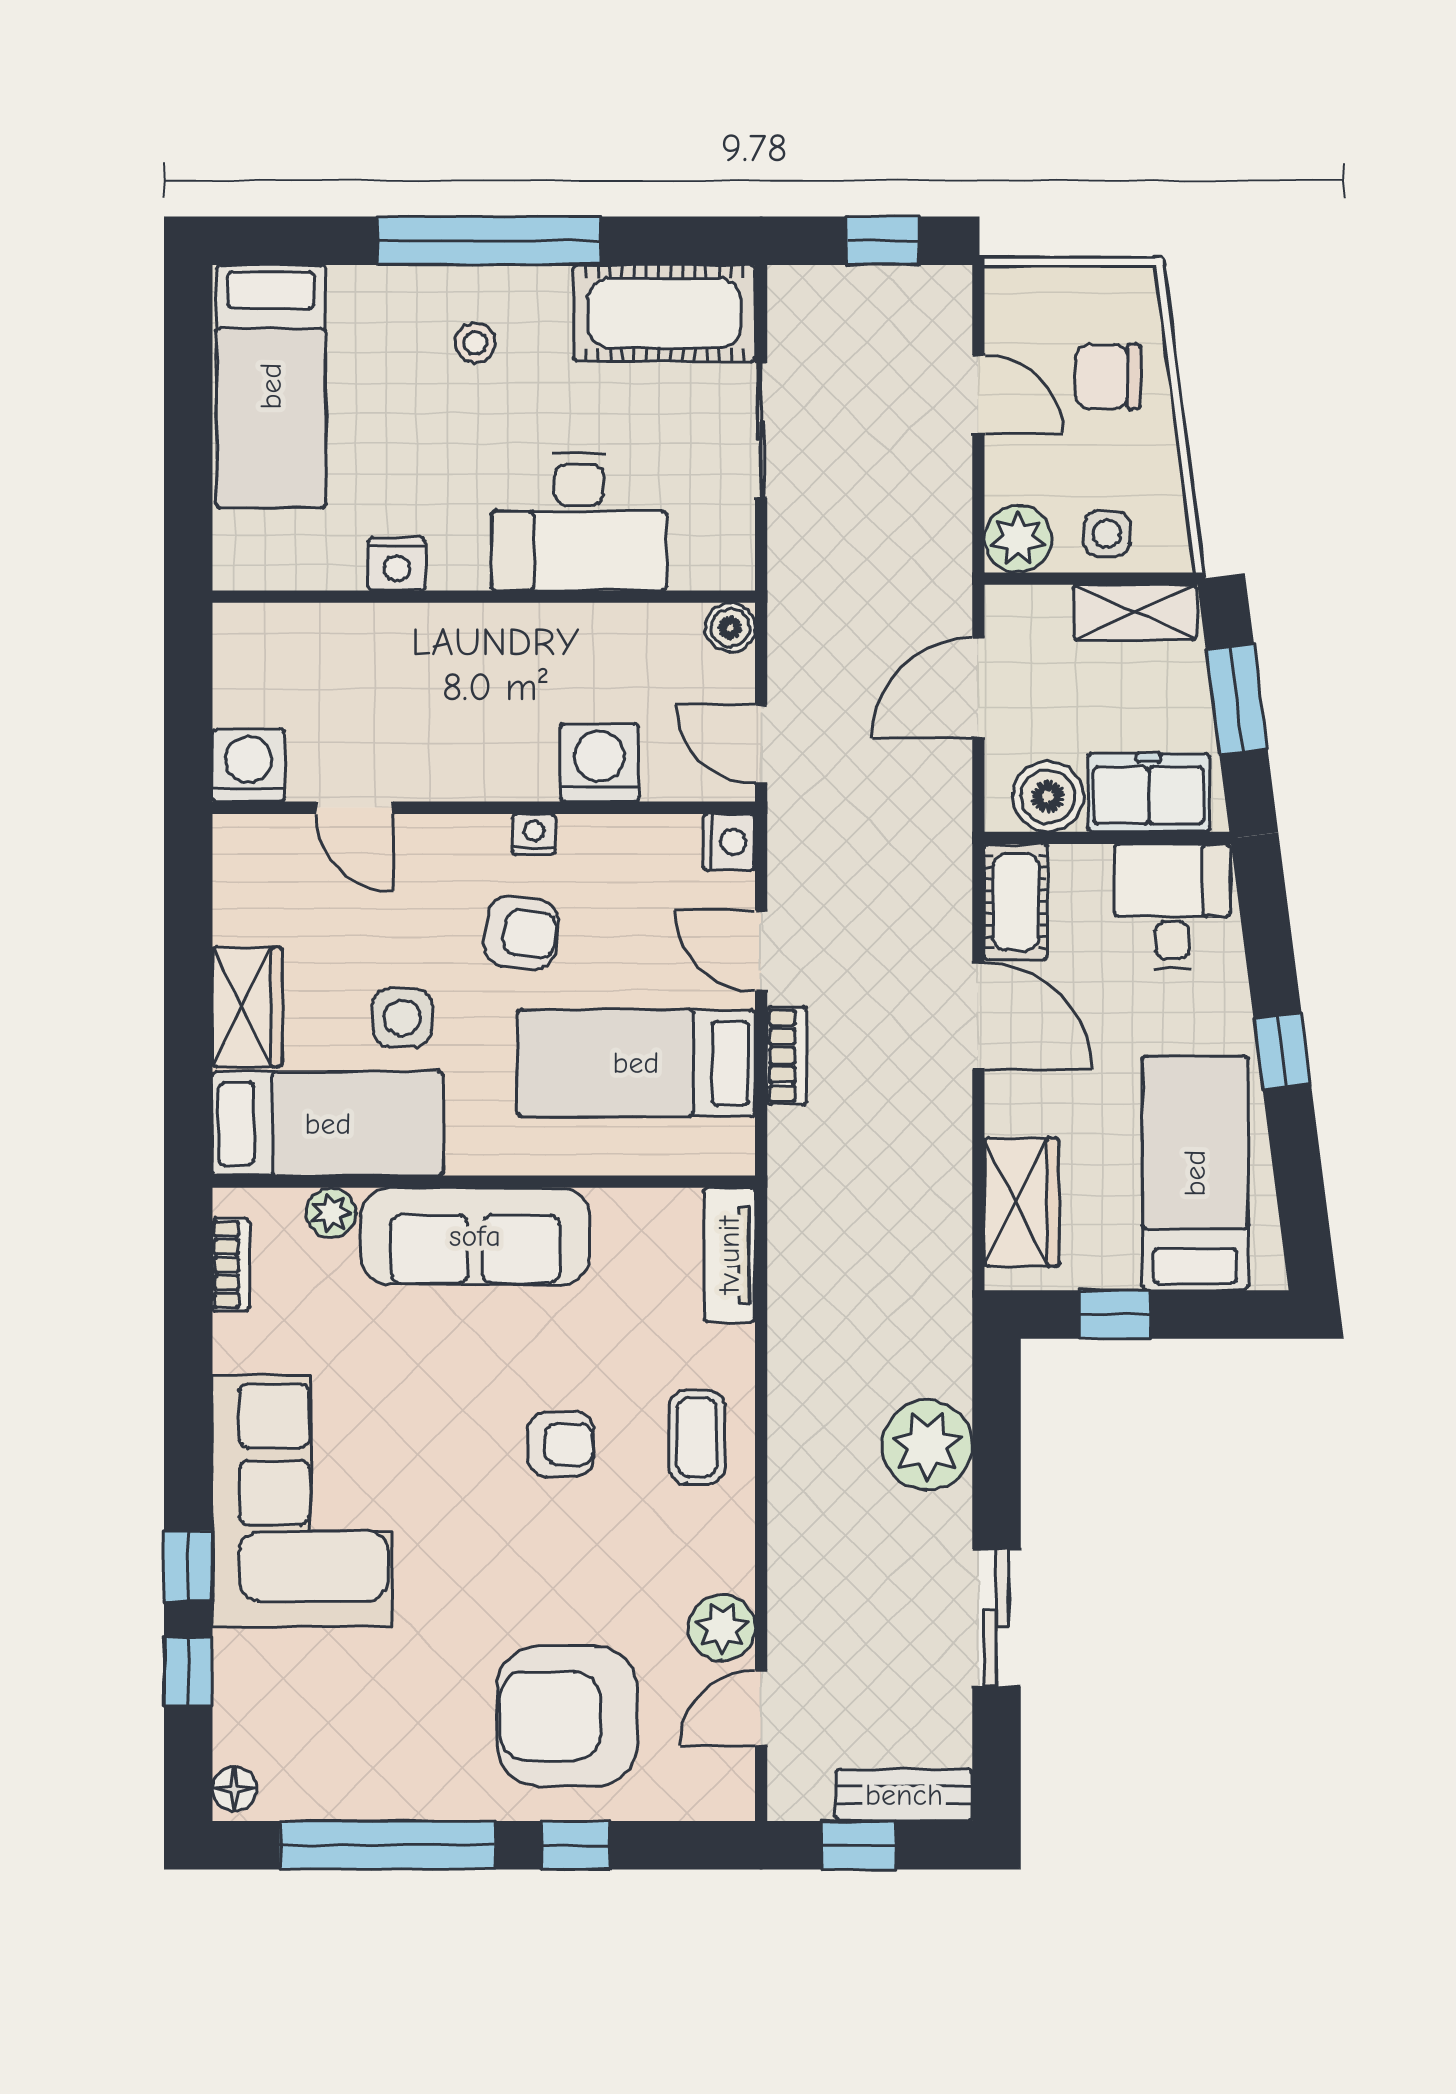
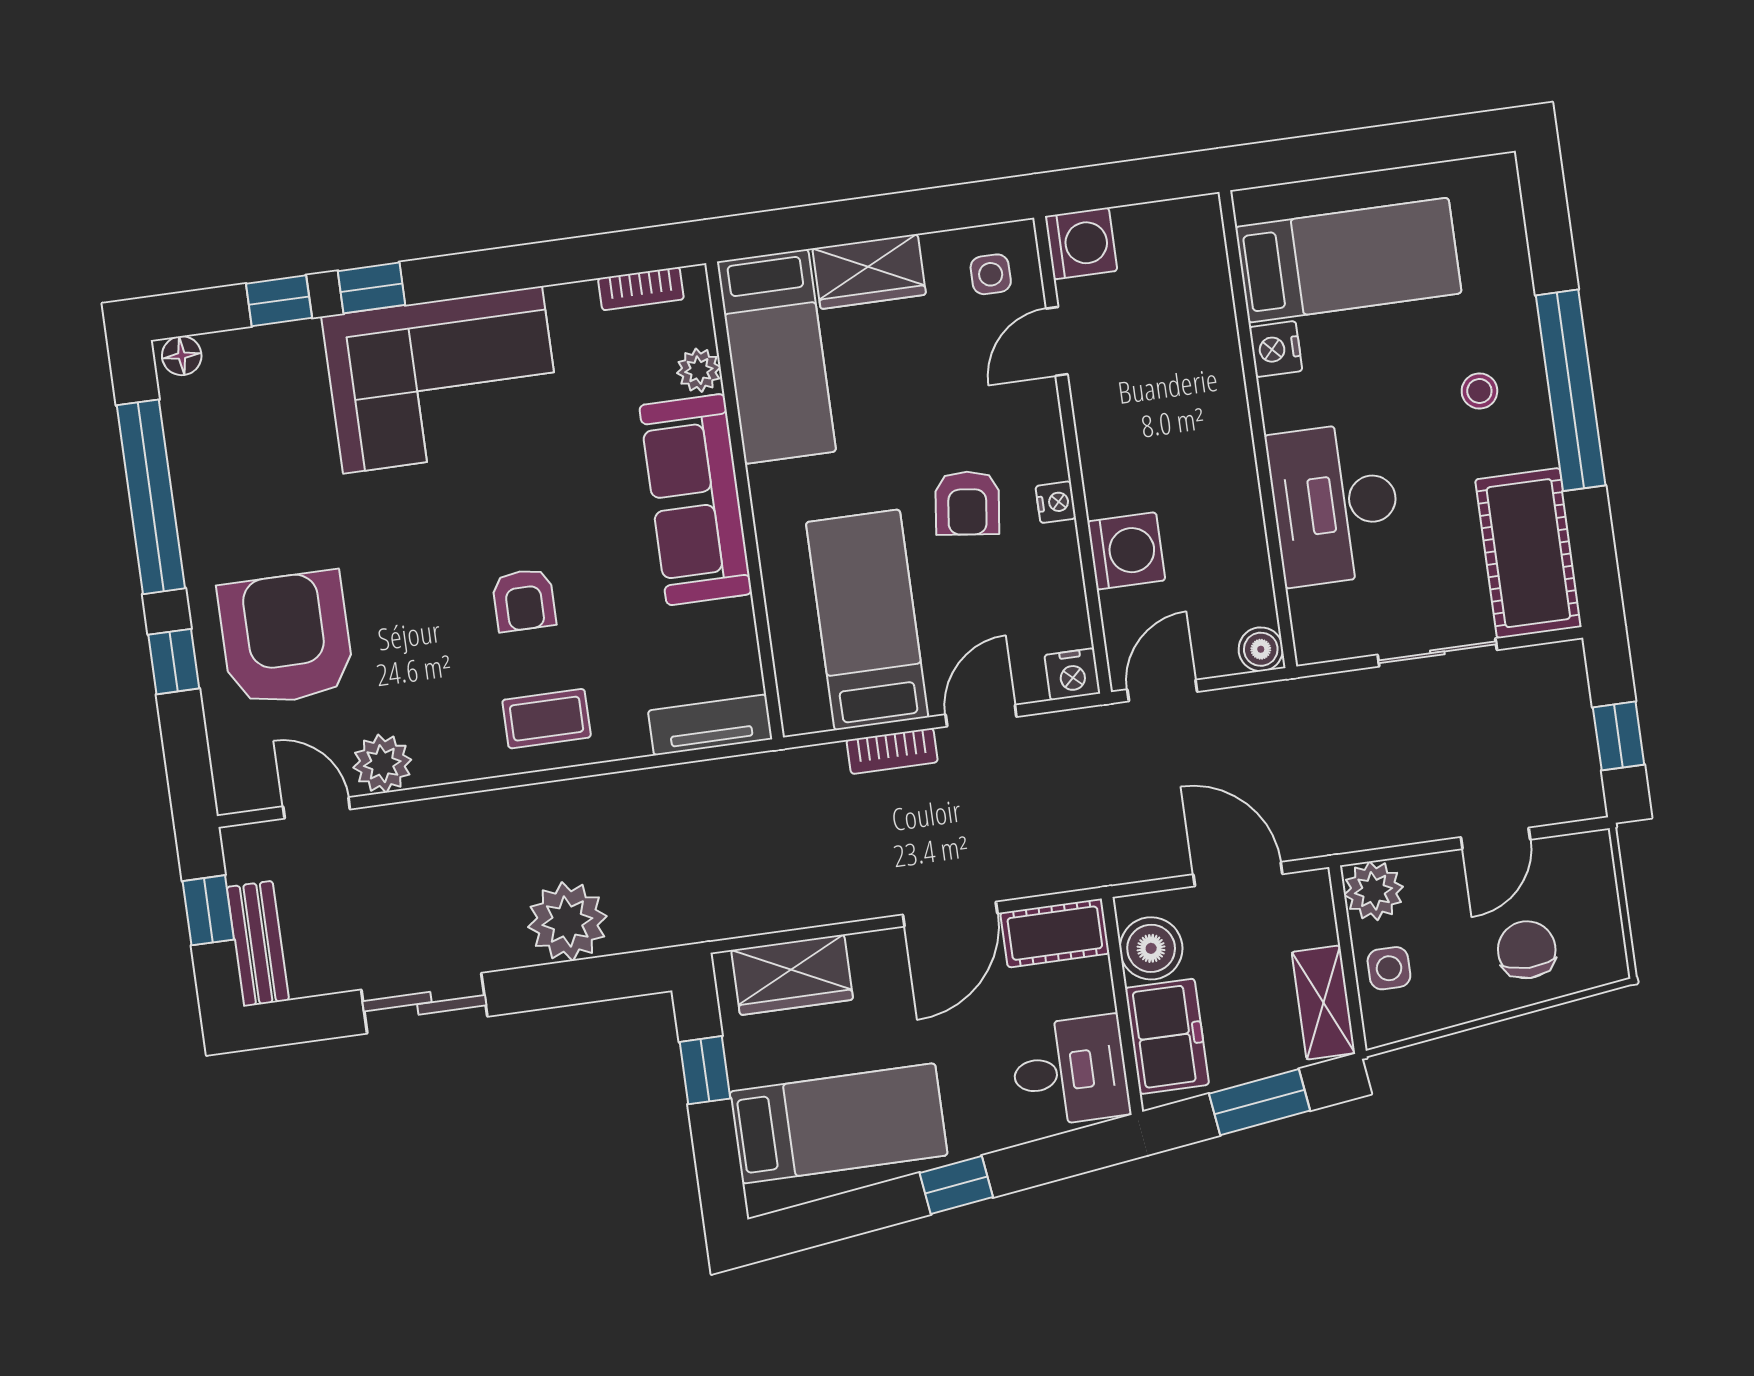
bed: (271, 386) -> (1348, 260), moved, turned 180
side table: (402, 1018) -> (991, 274), moved, width x0.73, depth x0.73

